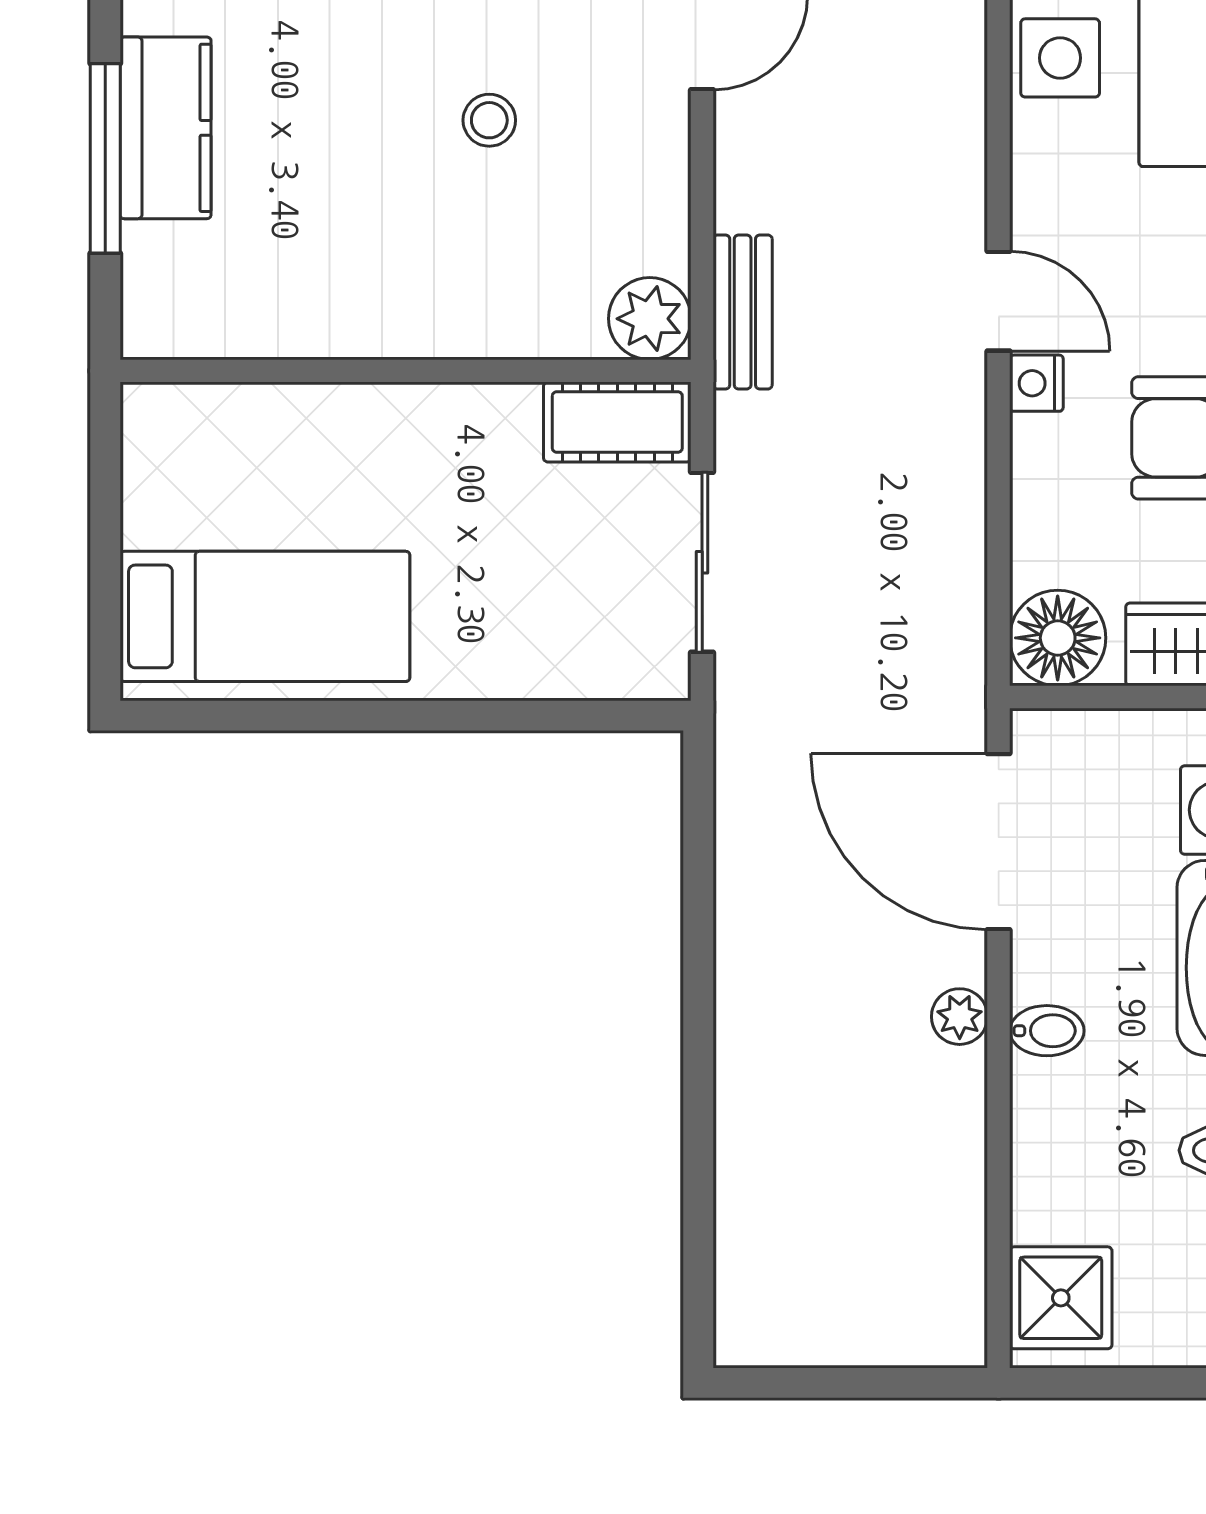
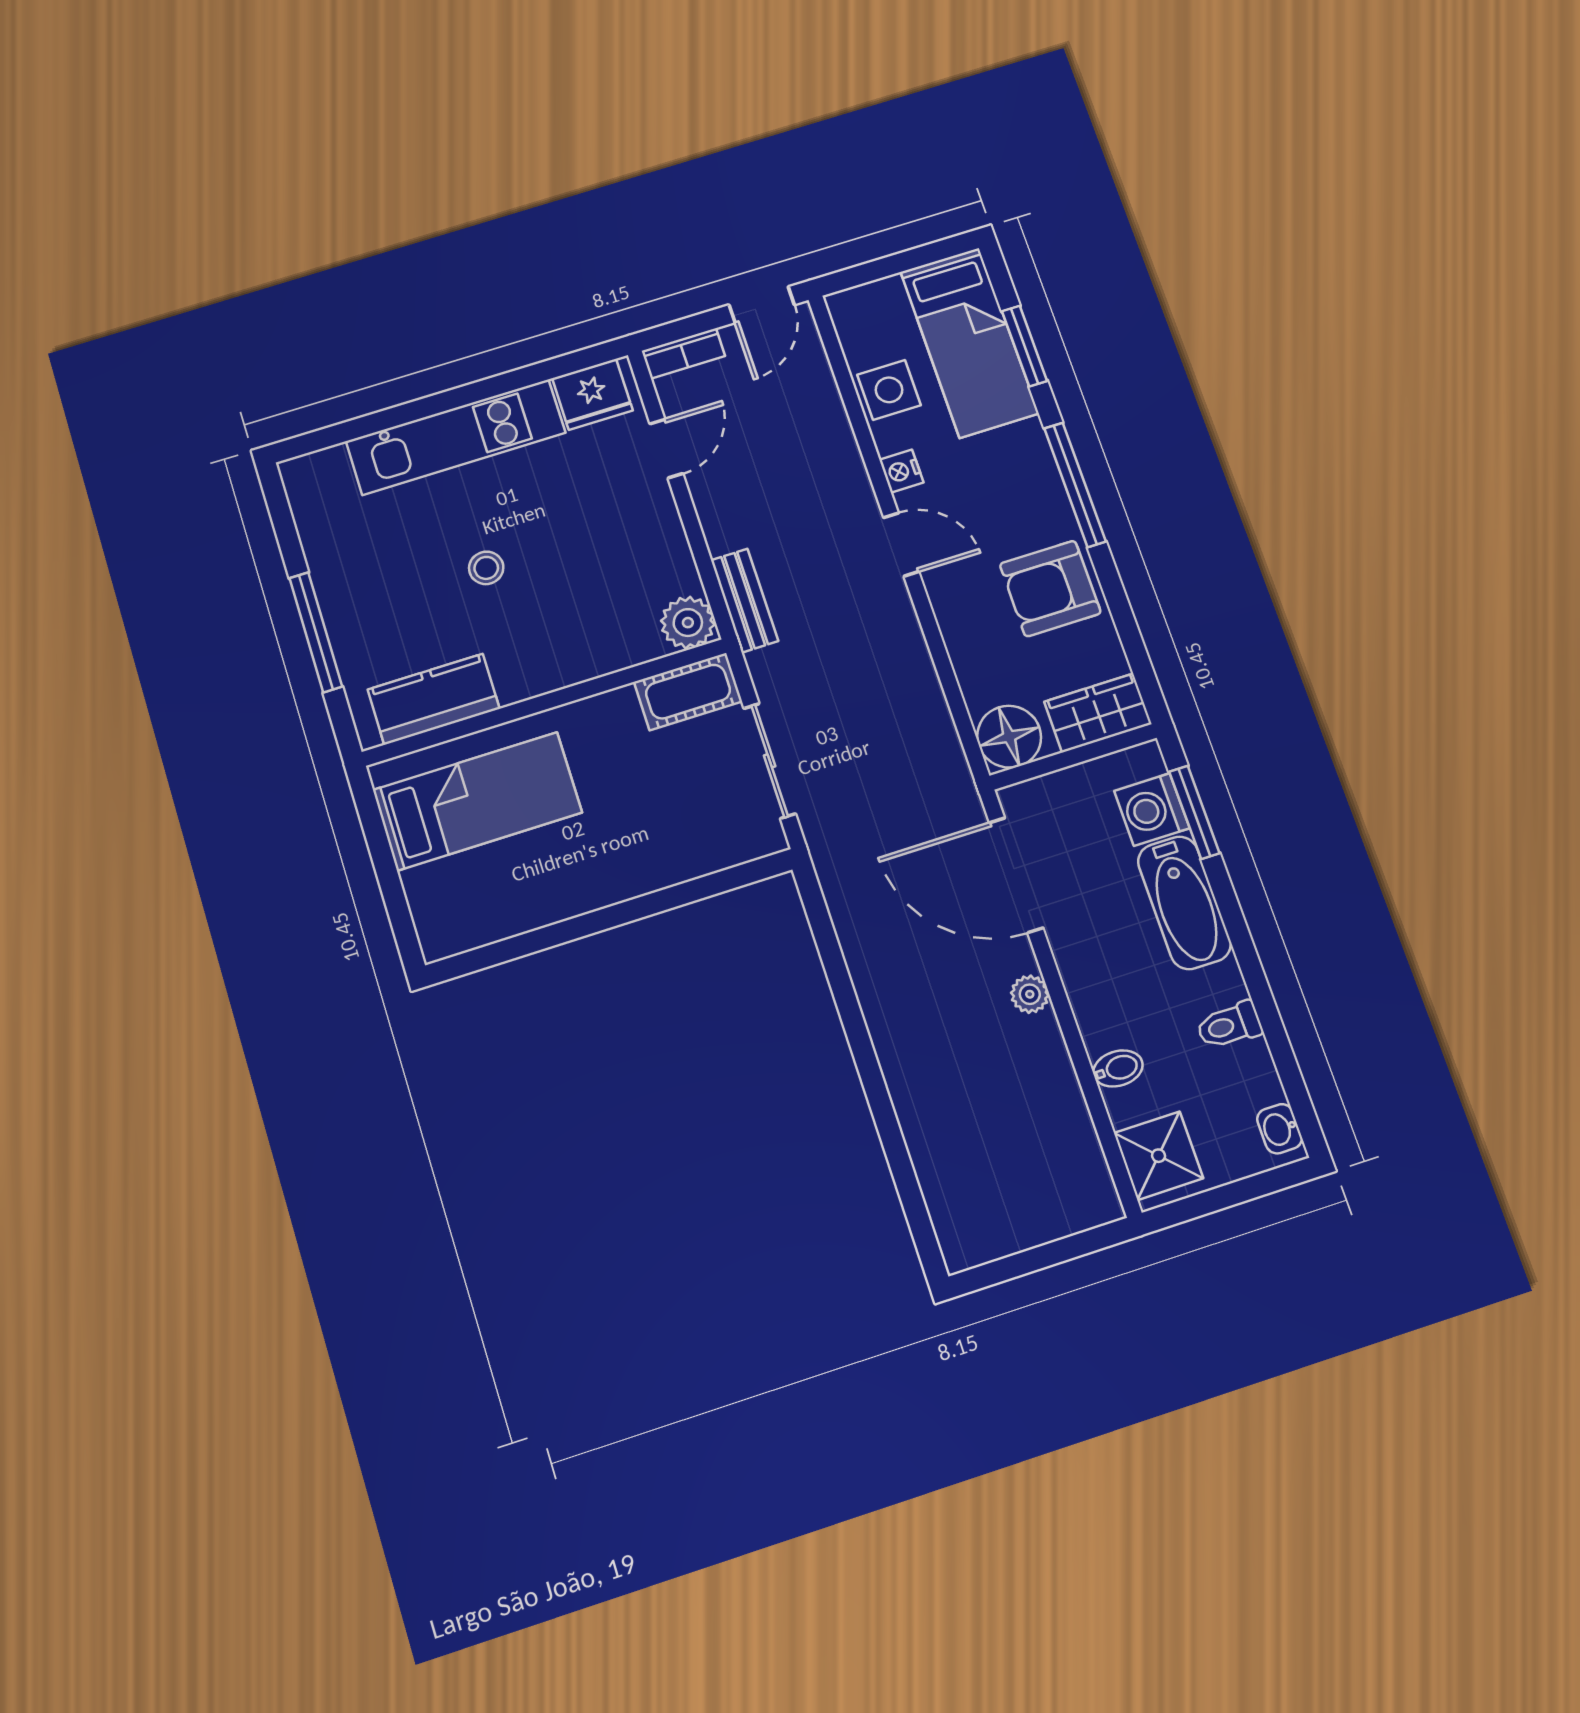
stool: (489, 120) -> (486, 568), moved
kitchen counter: (166, 128) -> (434, 699), moved, turned -90
nightstand: (1036, 383) -> (901, 471), moved
bed: (265, 616) -> (477, 801), moved
bidet: (1047, 1031) -> (1118, 1068), moved

